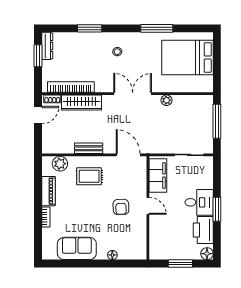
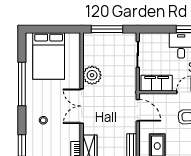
window: (157, 28) -> (22, 84), width x1.46
plant: (167, 100) -> (92, 75), width x1.88, depth x1.88
door: (128, 155) -> (138, 110), swing flipped

